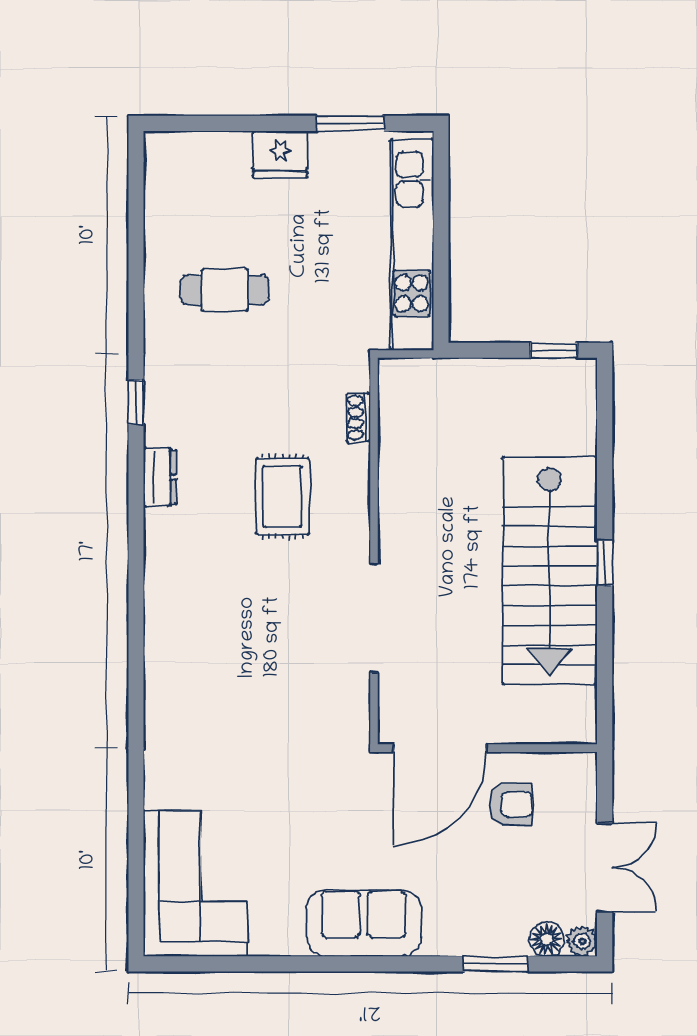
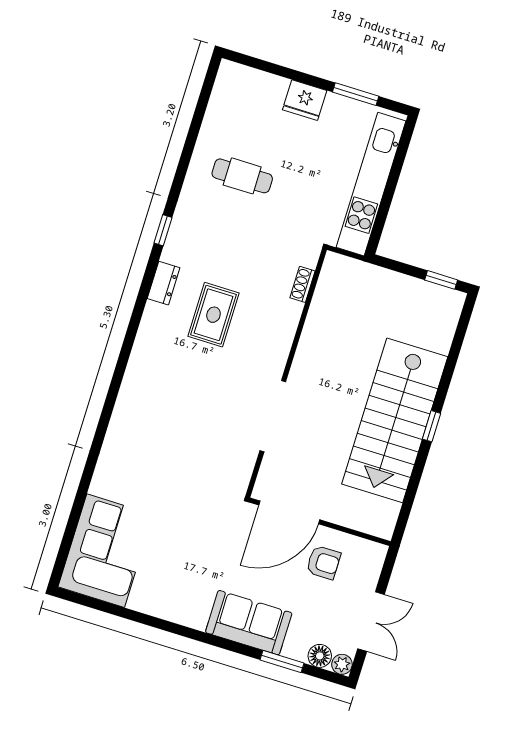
rug: (282, 496) -> (213, 315), moved
sofa: (364, 923) -> (249, 623), moved

